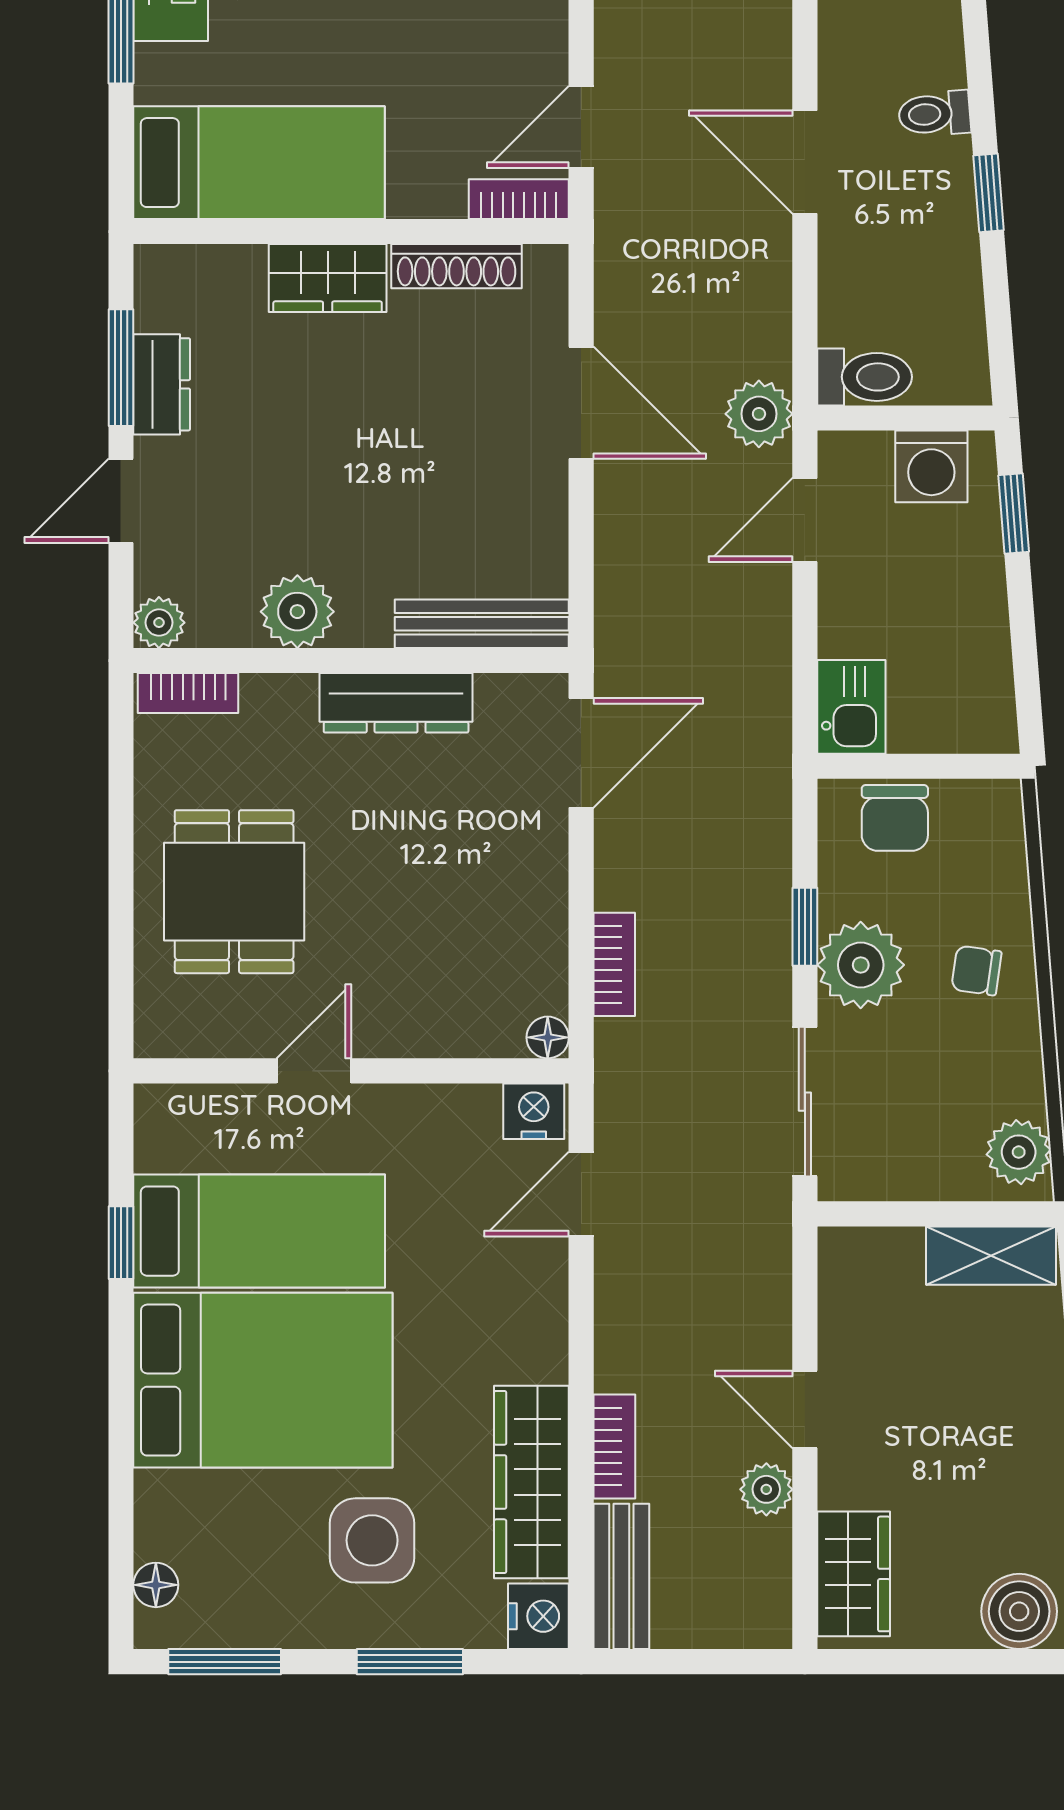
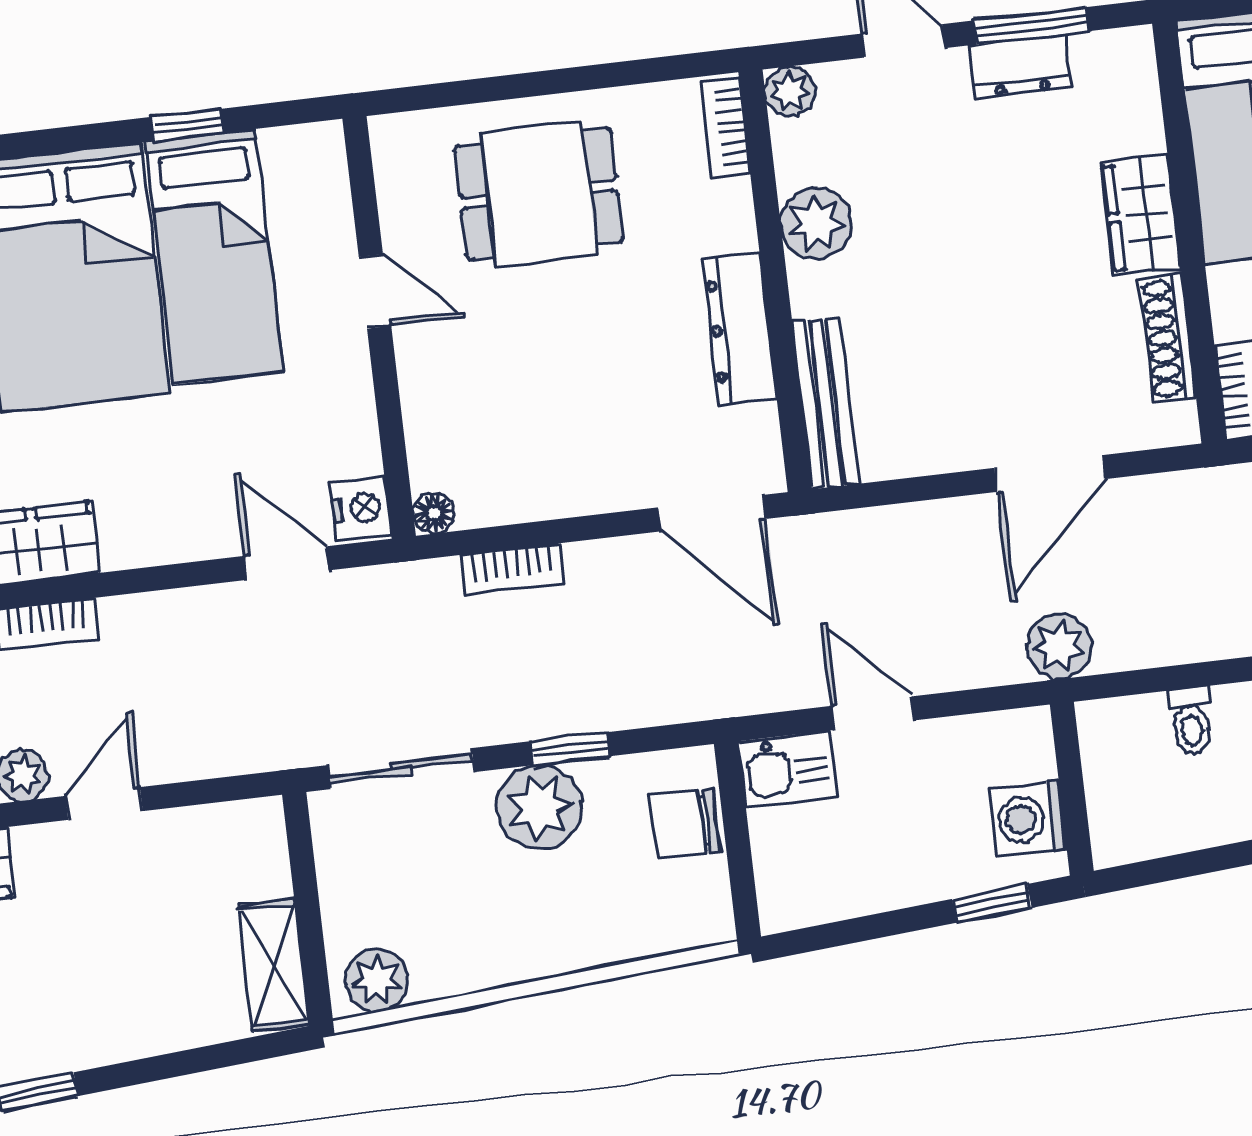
toilet: (865, 377) -> (1191, 721), moved, width x0.73, depth x0.72
door: (805, 520) -> (873, 713), moved
chair: (976, 970) -> (547, 919), removed

